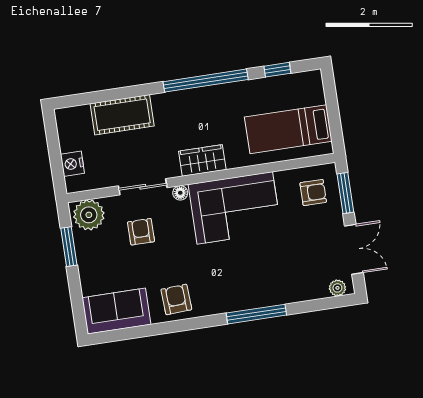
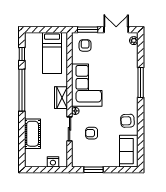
plant: (89, 215) -> (79, 158), removed

